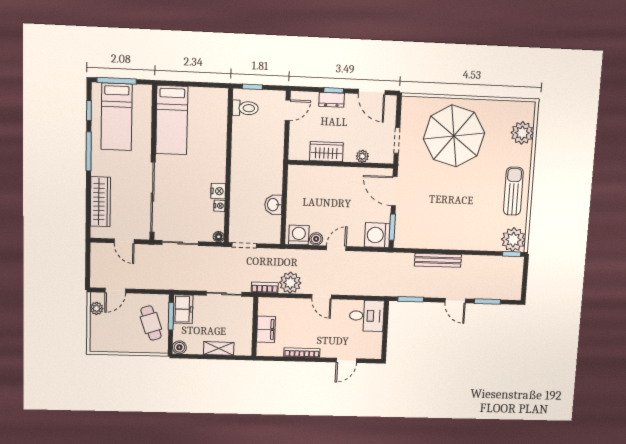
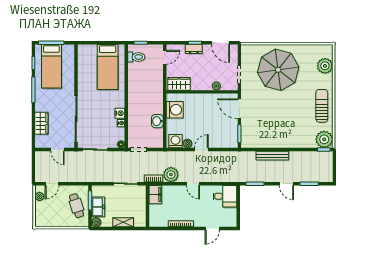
bed: (172, 120) -> (108, 67), moved
wardrobe: (326, 152) -> (179, 84), moved
wardrobe: (100, 202) -> (41, 123), width x0.67
washing machine: (377, 235) -> (175, 110), moved, turned 180
freezer: (183, 309) -> (98, 207), moved
filing cabinet: (266, 329) -> (155, 195), moved

